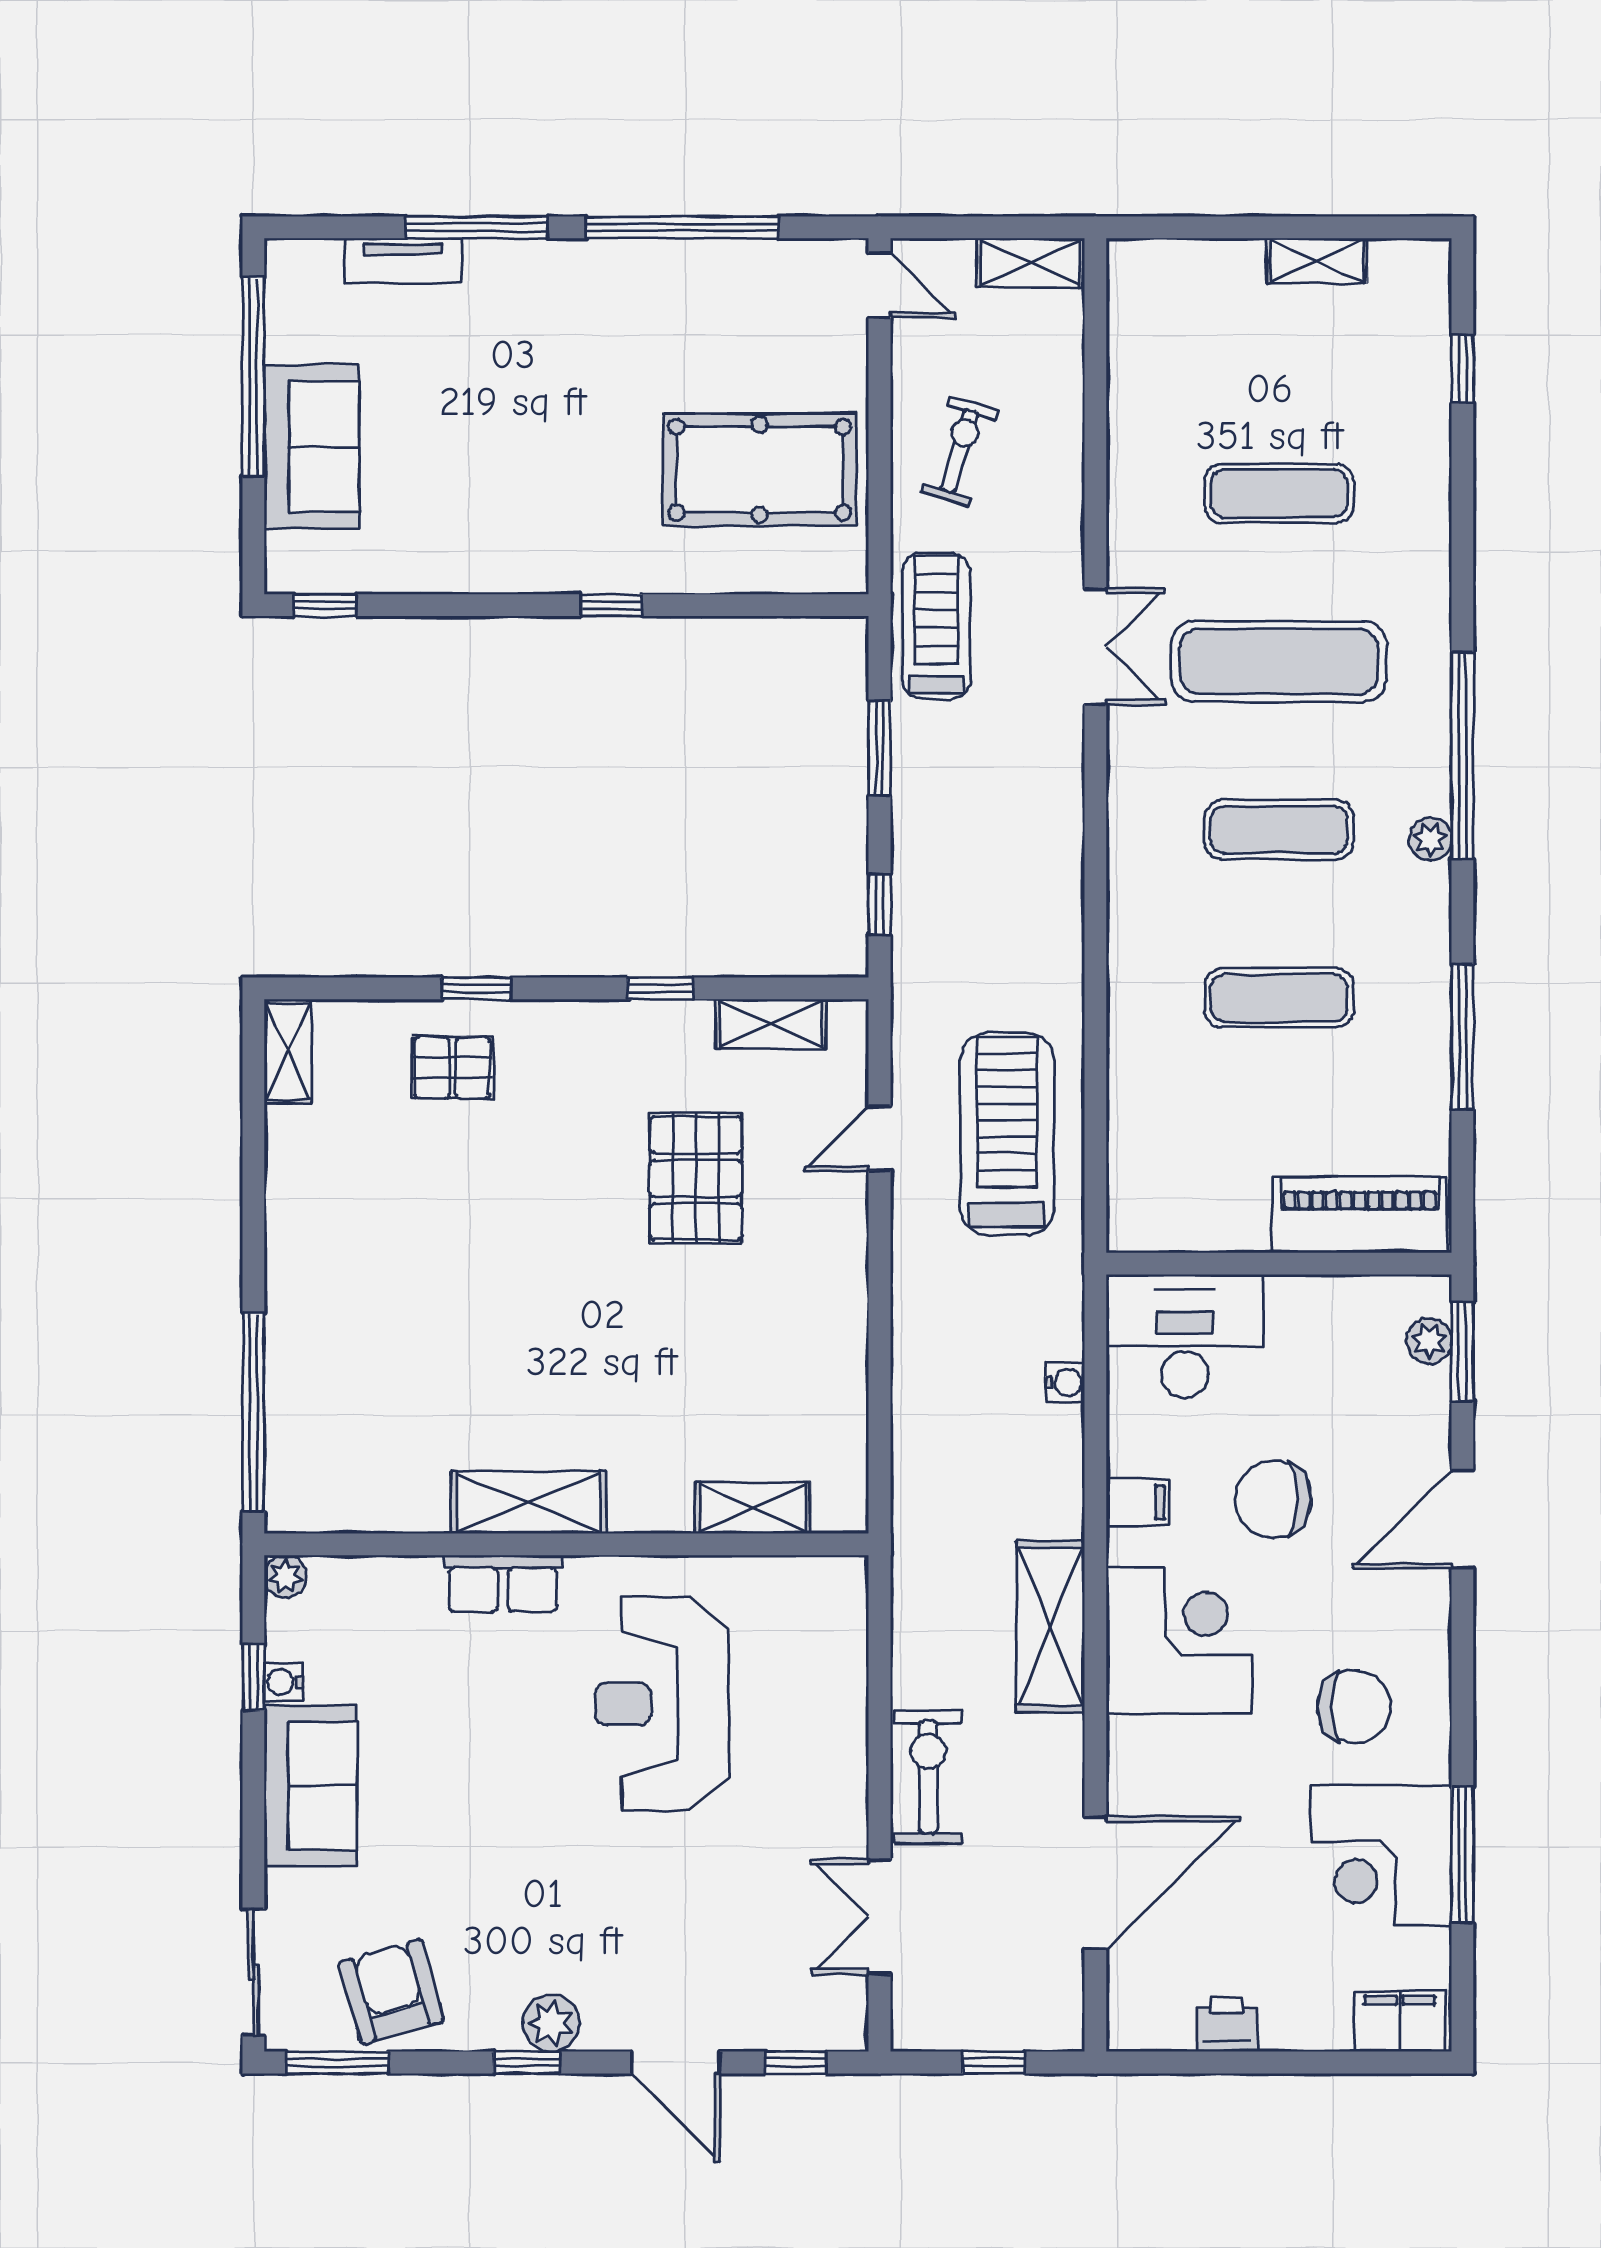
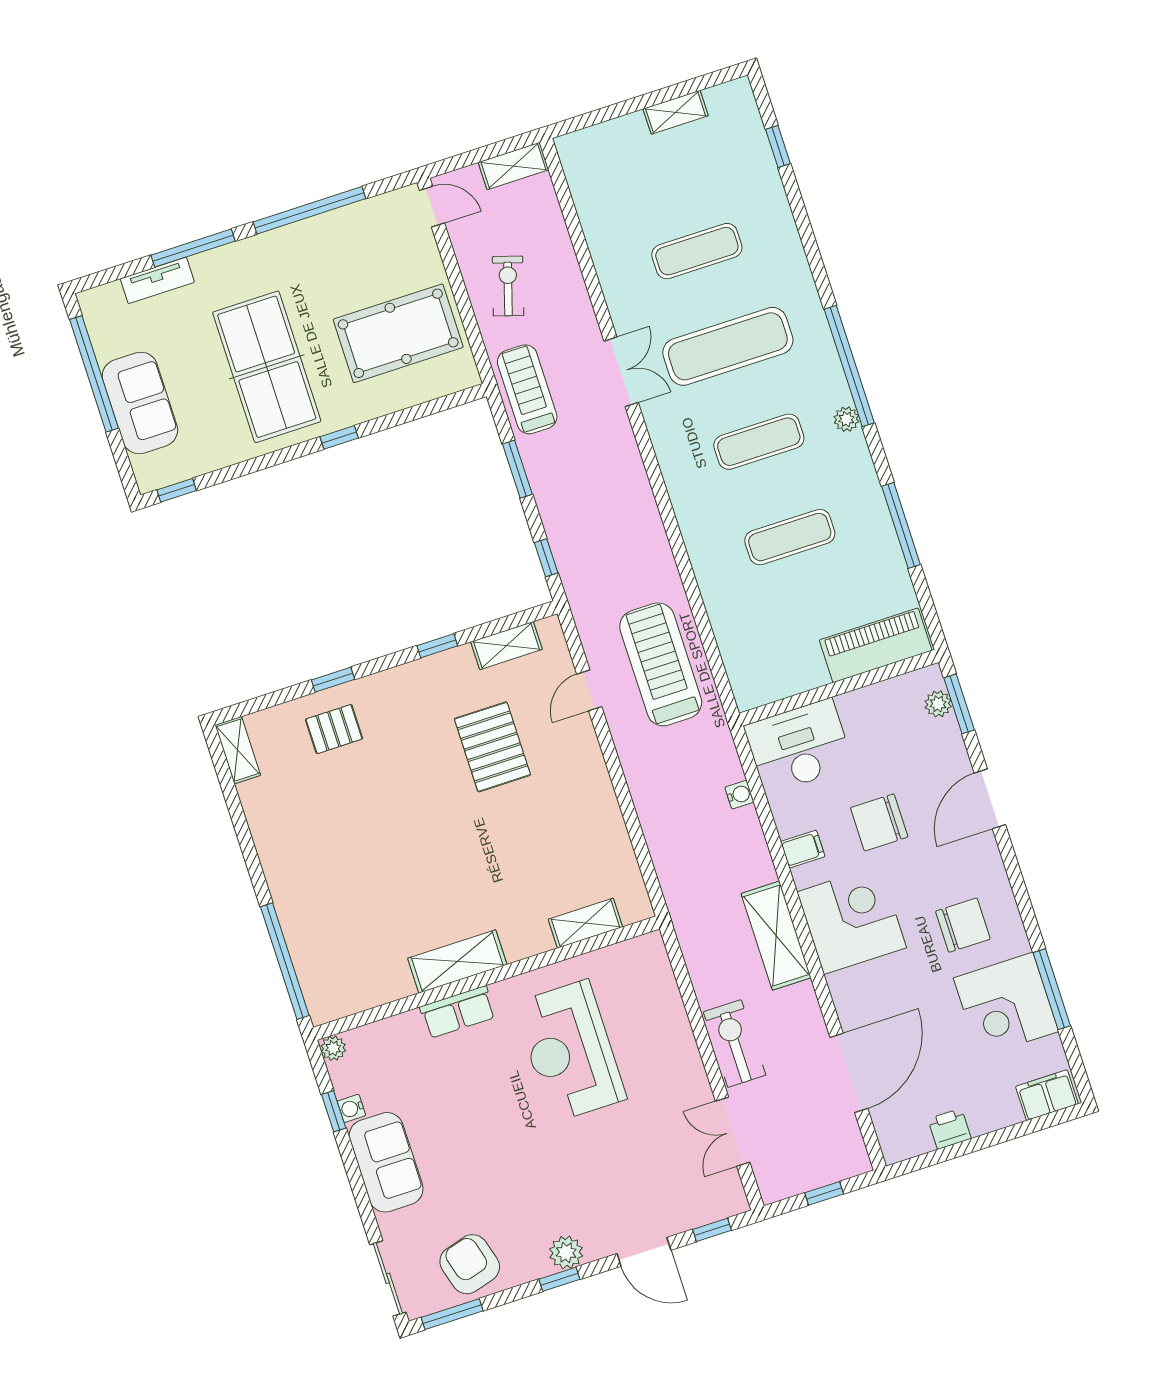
table tennis table: (533, 455) -> (267, 367), added

